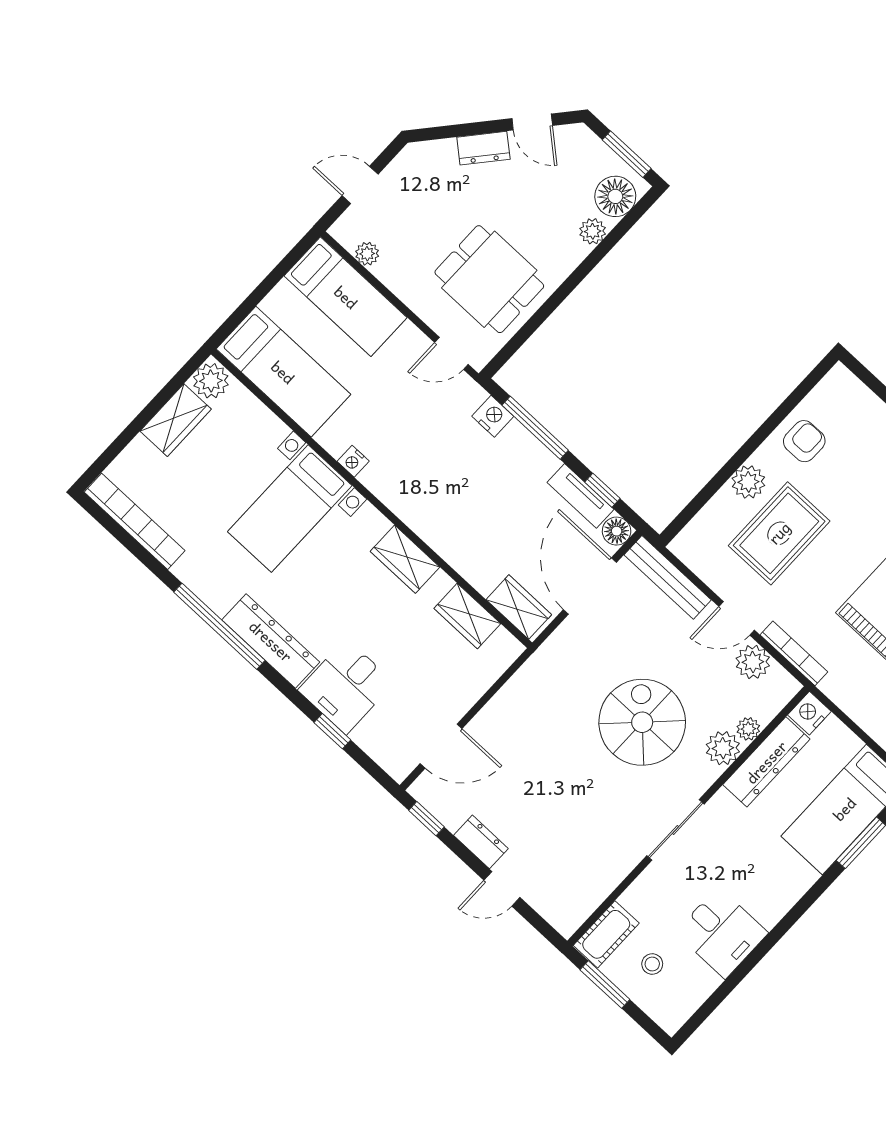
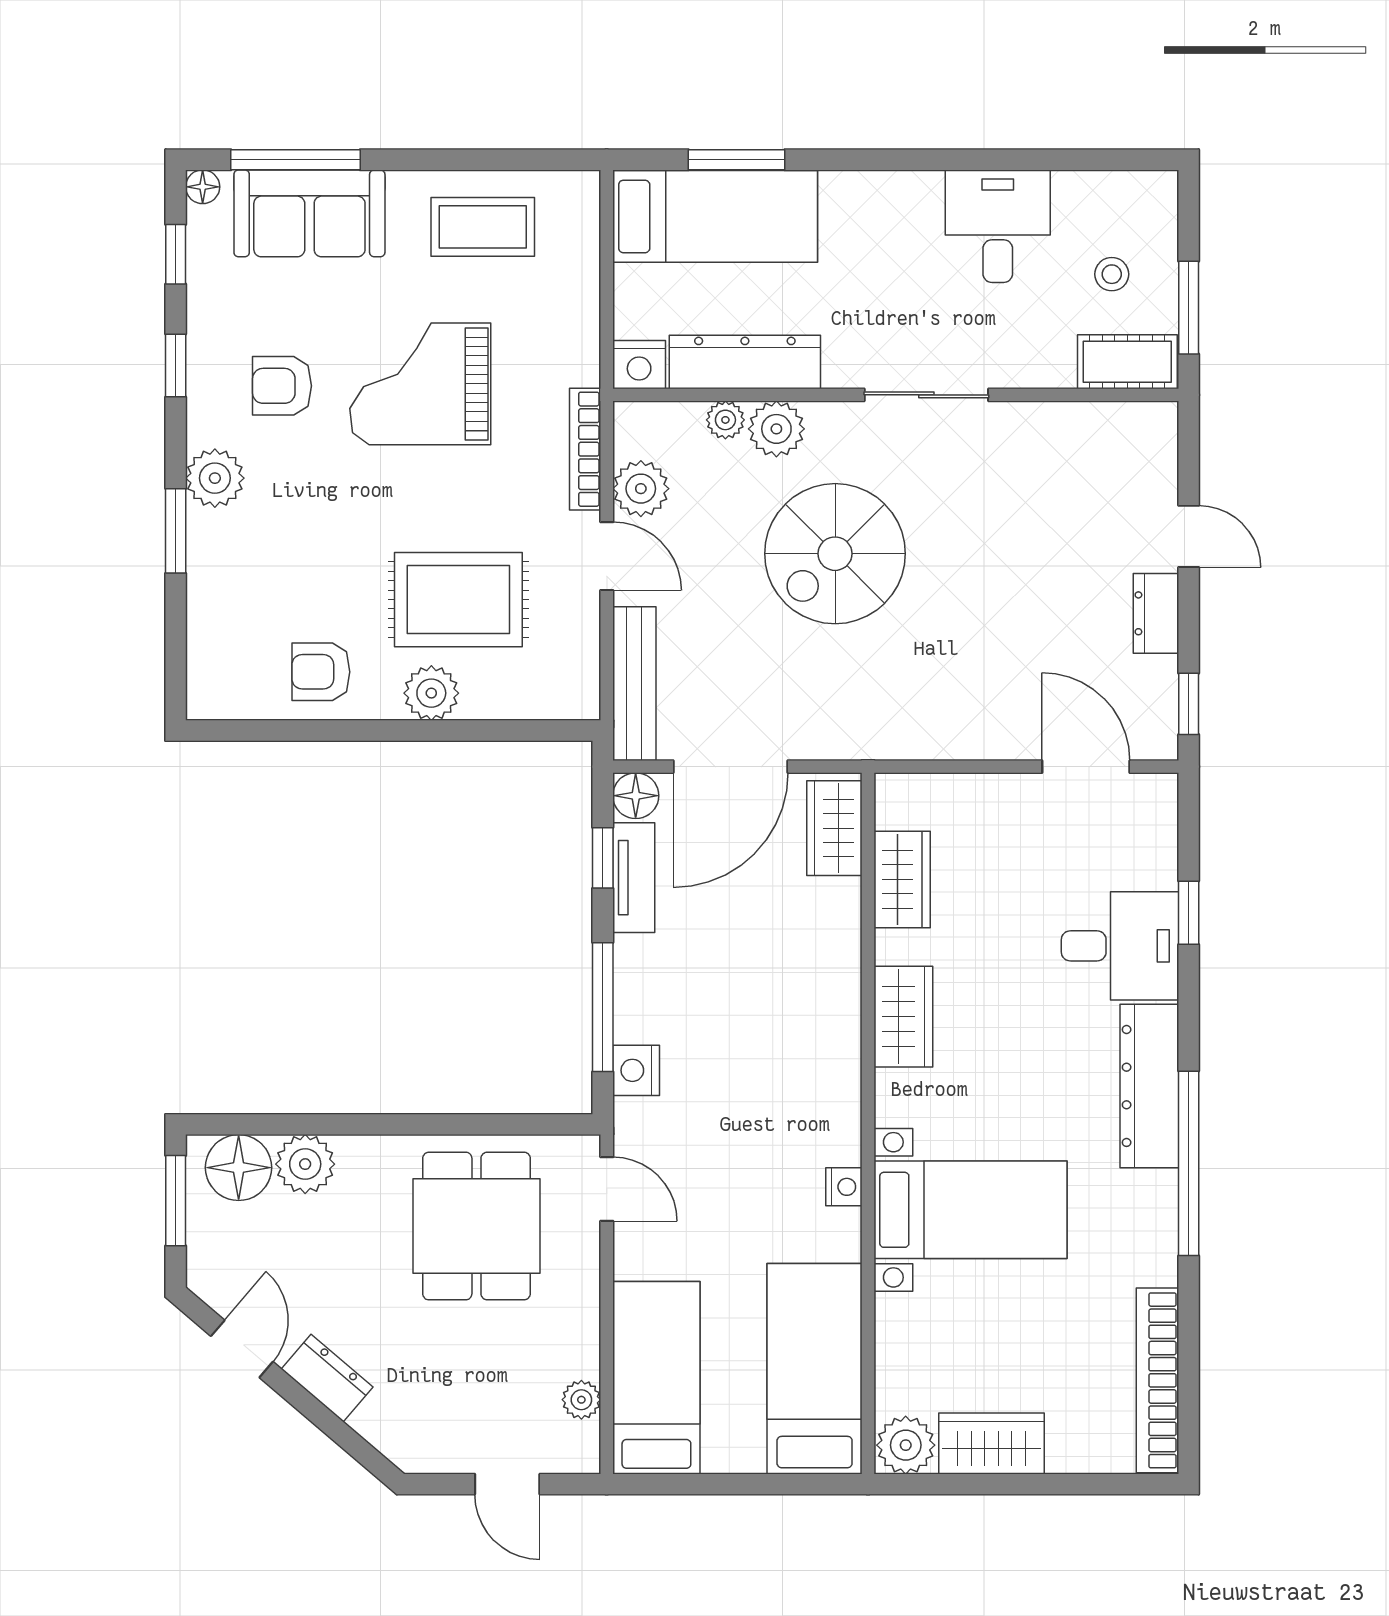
plant: (593, 231) -> (305, 1164), width x1.38, depth x1.38

